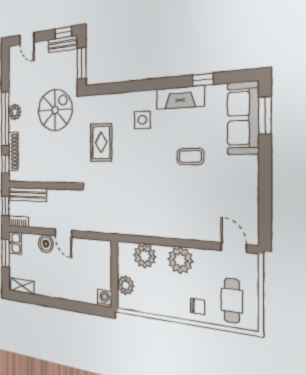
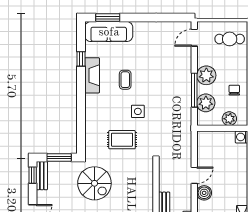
spiral stairs: (55, 110) -> (94, 183), turned 180
side table: (142, 120) -> (138, 111), moved
coffee table: (190, 157) -> (125, 80), moved
window: (161, 241) -> (194, 90), added
chair: (198, 306) -> (234, 90), moved

